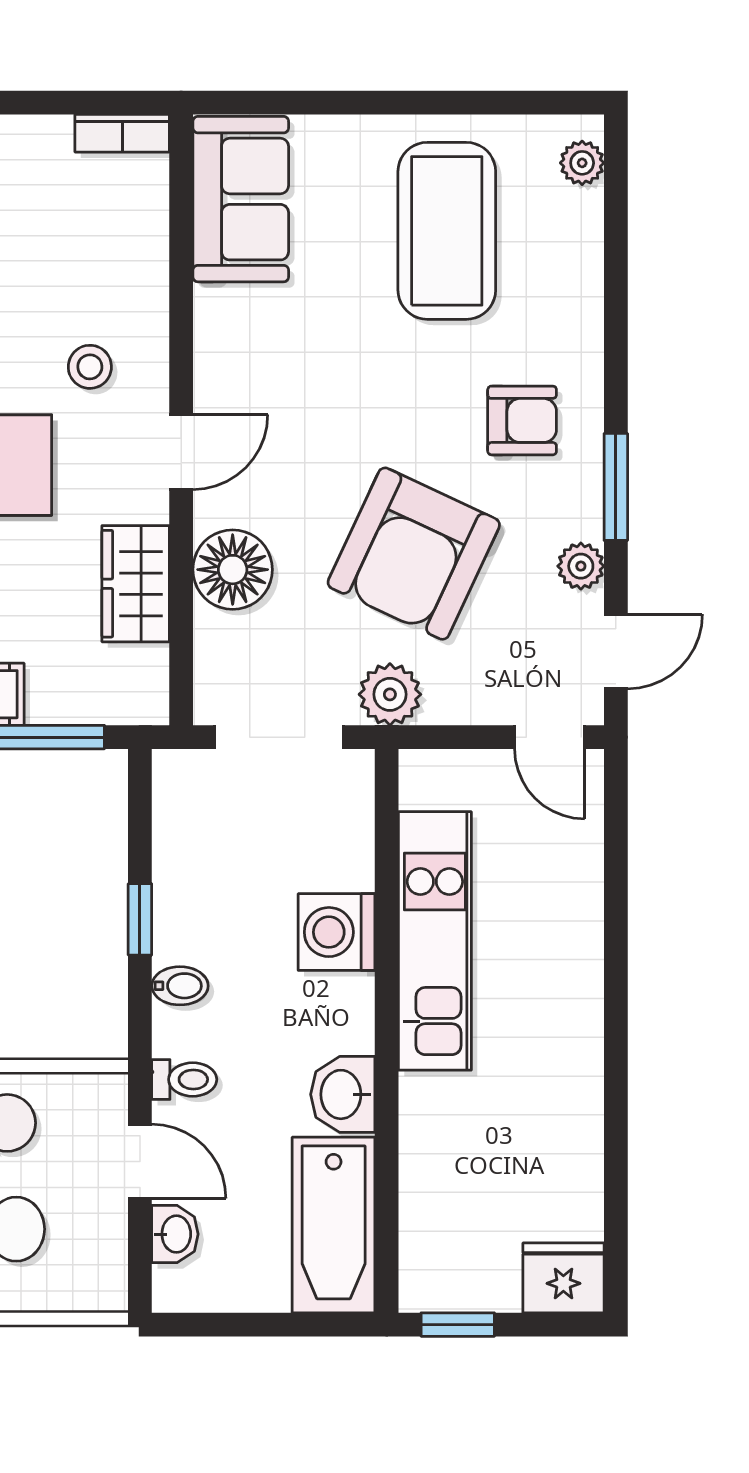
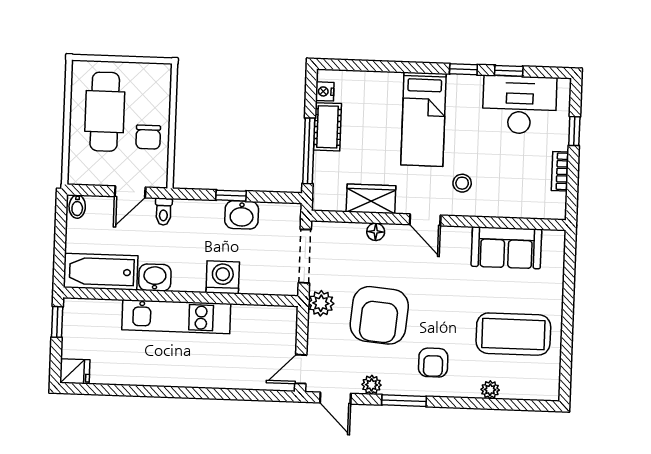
bookcase: (122, 133) -> (560, 171), moved
plant: (582, 163) -> (490, 390), moved
sofa: (241, 199) -> (506, 248), moved
armchair: (414, 554) -> (379, 315), turned -110
floor lamp: (233, 570) -> (376, 232), width x0.53, depth x0.53
kitchen unit: (435, 941) -> (176, 317), moved
bidet: (180, 986) -> (77, 207), moved
washbasin: (175, 1234) -> (242, 215), moved, width x1.38, depth x1.45
fridge: (563, 1278) -> (75, 371), width x0.72

